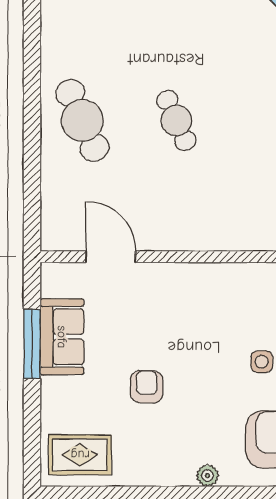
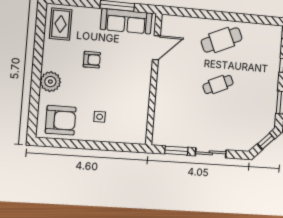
sofa: (62, 337) -> (126, 21), width x1.36
plant: (207, 476) -> (50, 82), width x1.87, depth x1.87

